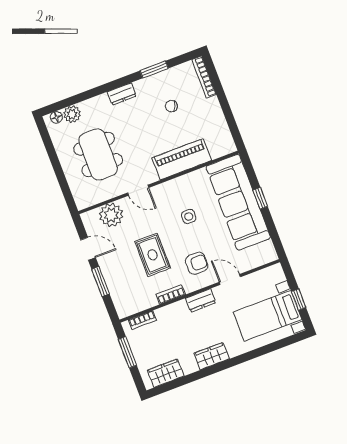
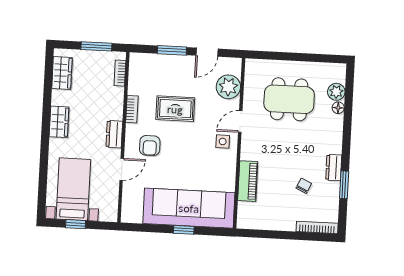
dresser: (122, 94) -> (334, 168), moved
floor lamp: (56, 117) -> (338, 108), moved
piano: (182, 159) -> (248, 181), width x0.73, depth x0.75
side table: (189, 216) -> (223, 141), moved

